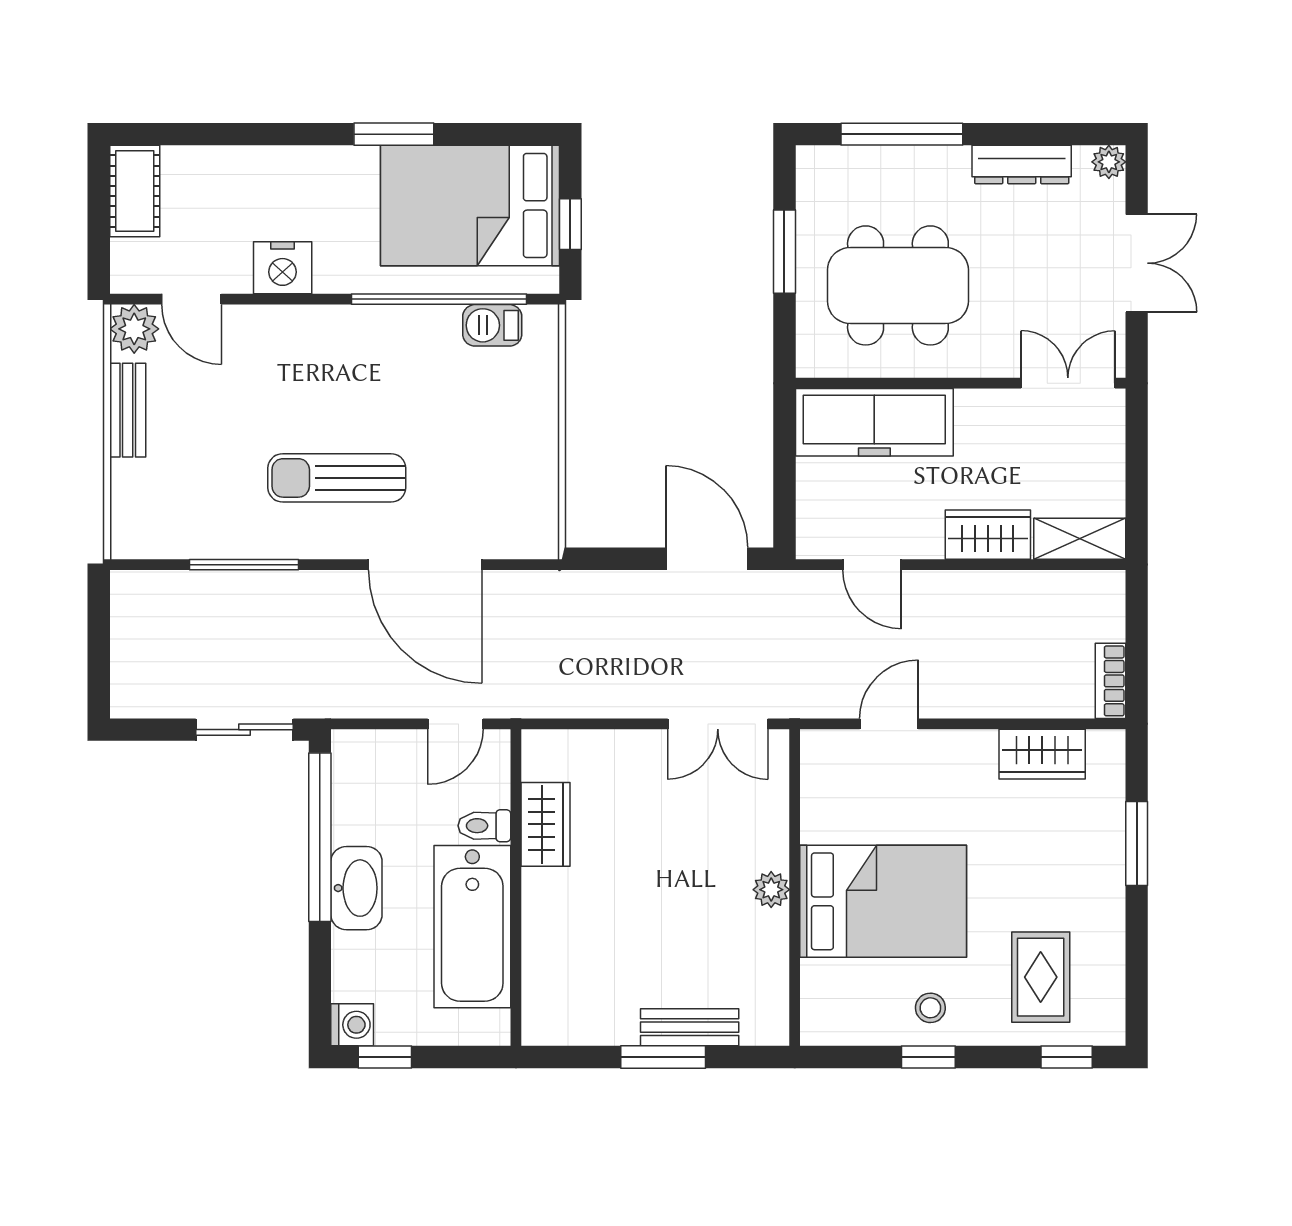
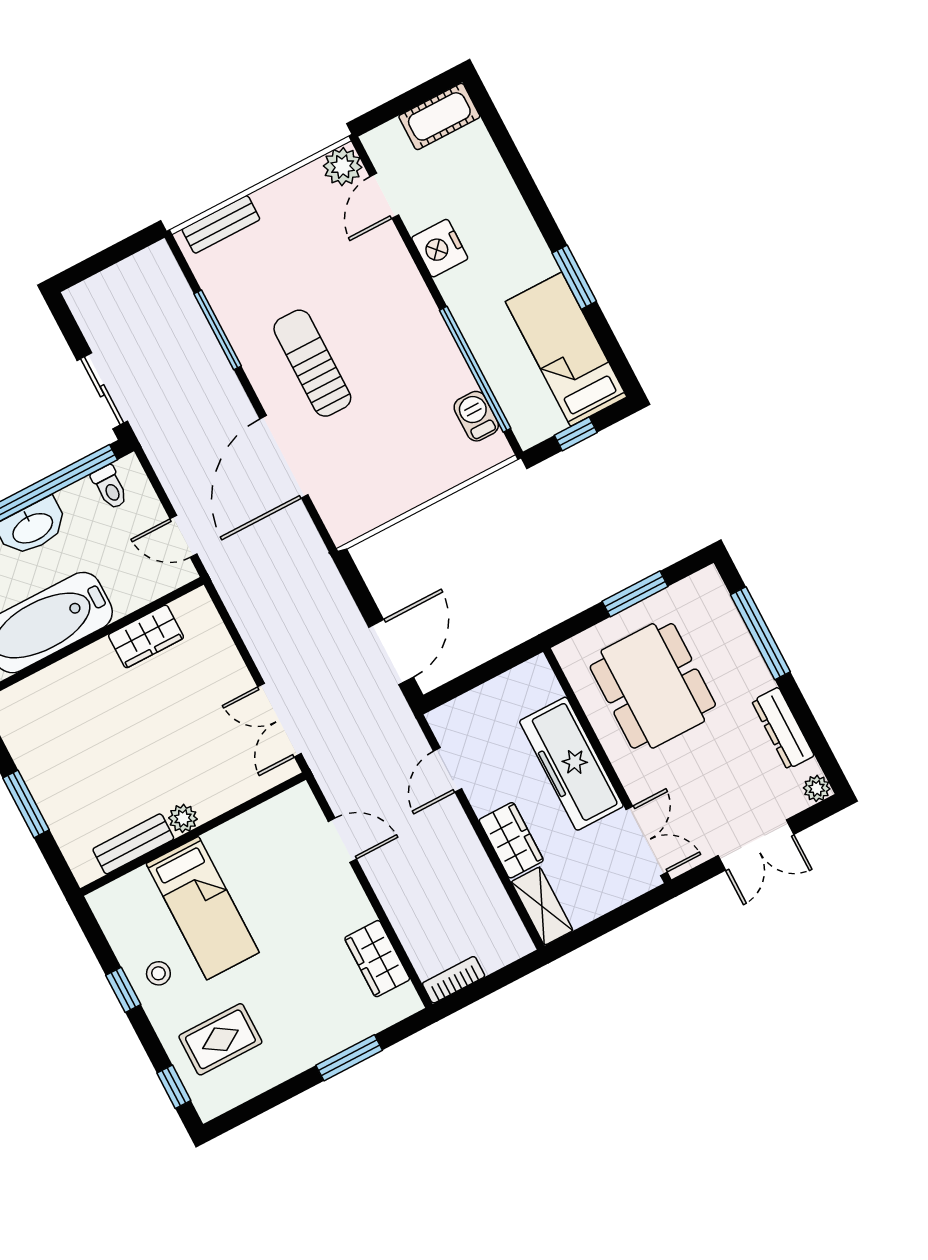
bed: (470, 205) -> (566, 349), width x0.67
bench: (128, 410) -> (221, 224), moved
freezer: (874, 422) -> (571, 764), moved
toilet: (484, 826) -> (110, 487), moved, turned 180
bed: (883, 901) -> (203, 908), width x0.67
bench: (690, 1027) -> (133, 844), moved, turned 90

